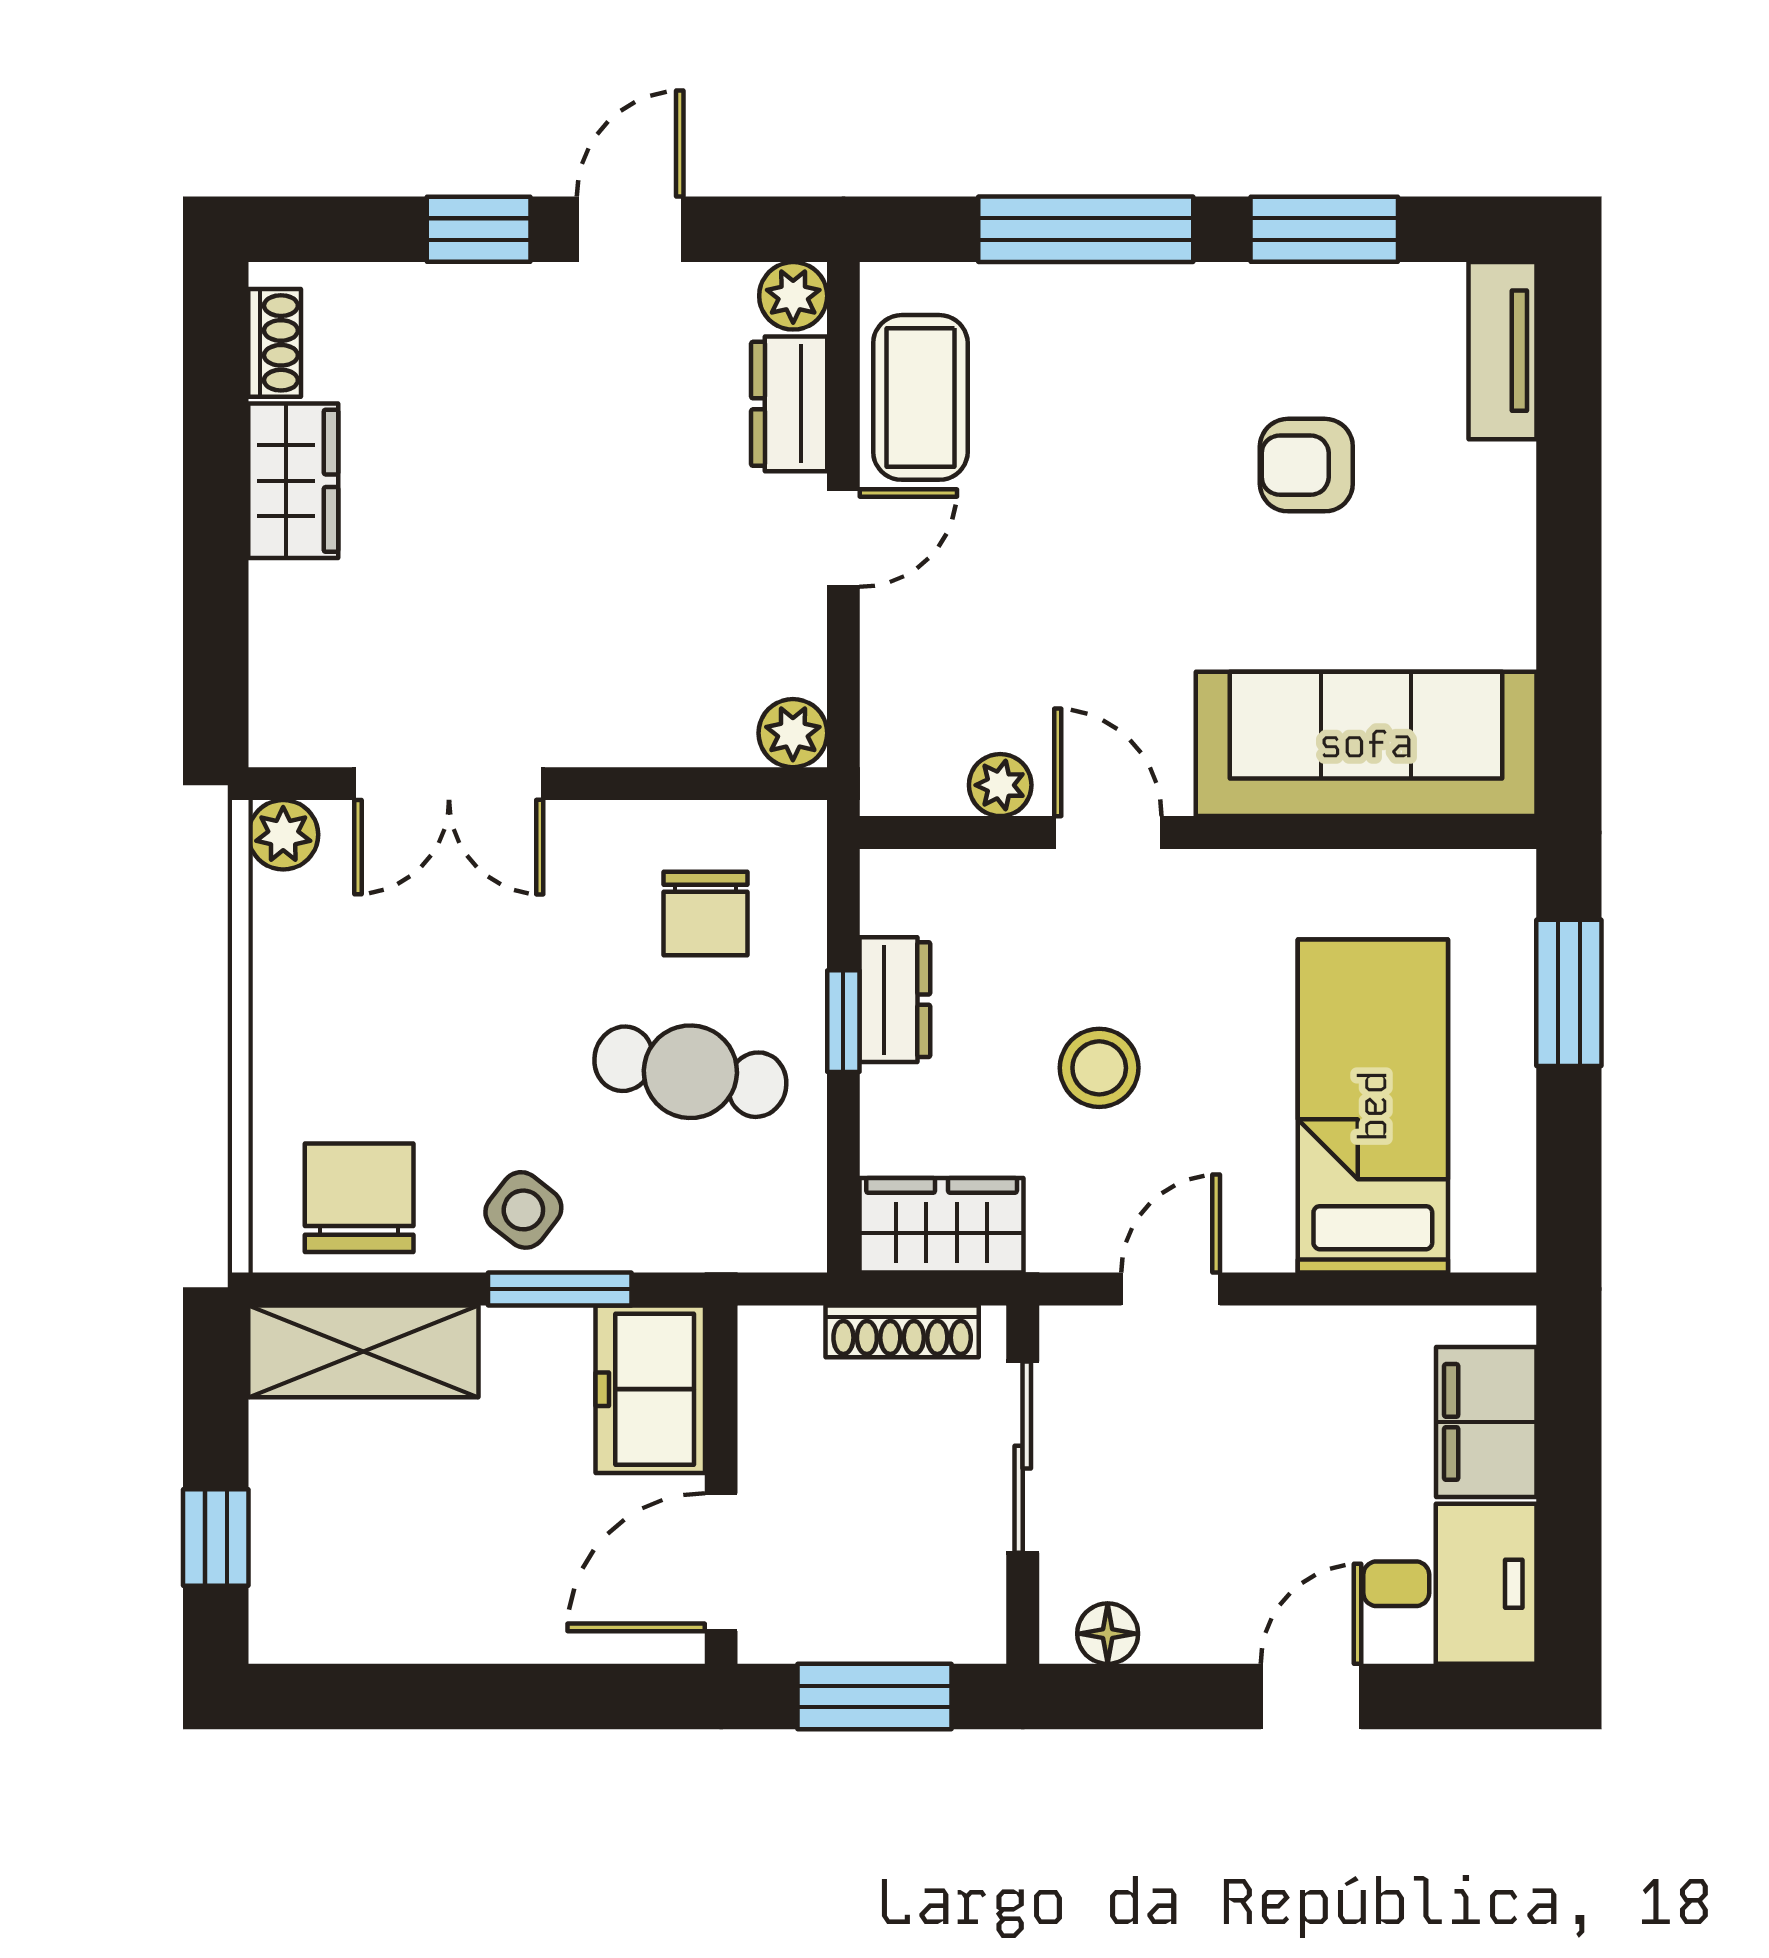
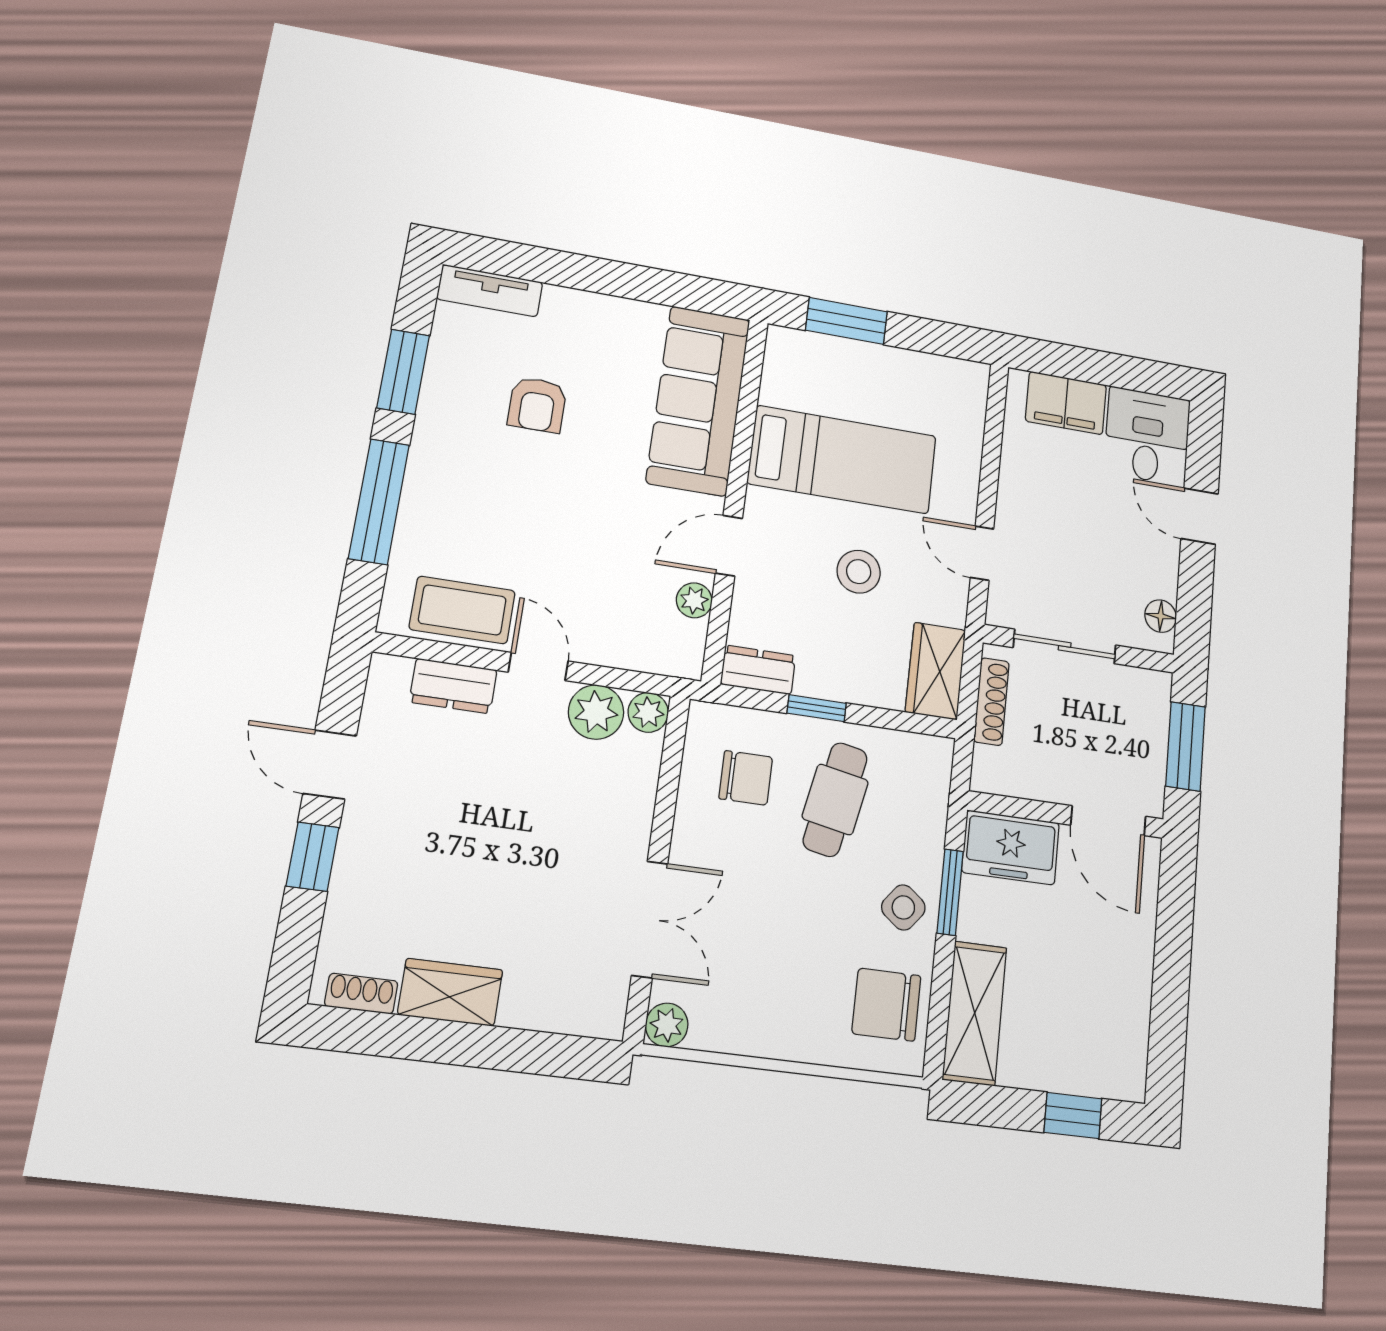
plant: (793, 296) -> (596, 712), moved, width x1.38, depth x1.38
dresser: (895, 1000) -> (758, 670), moved
bed: (1373, 1106) -> (842, 460), moved, turned 180

